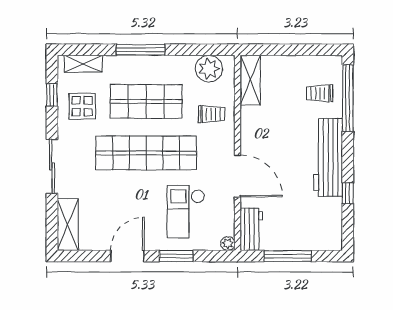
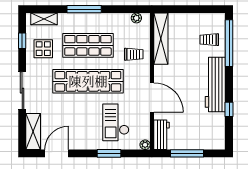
plant: (209, 69) -> (136, 18), width x0.53, depth x0.53
shelving: (250, 80) -> (161, 39), width x1.47
door: (127, 256) -> (57, 153), moved

